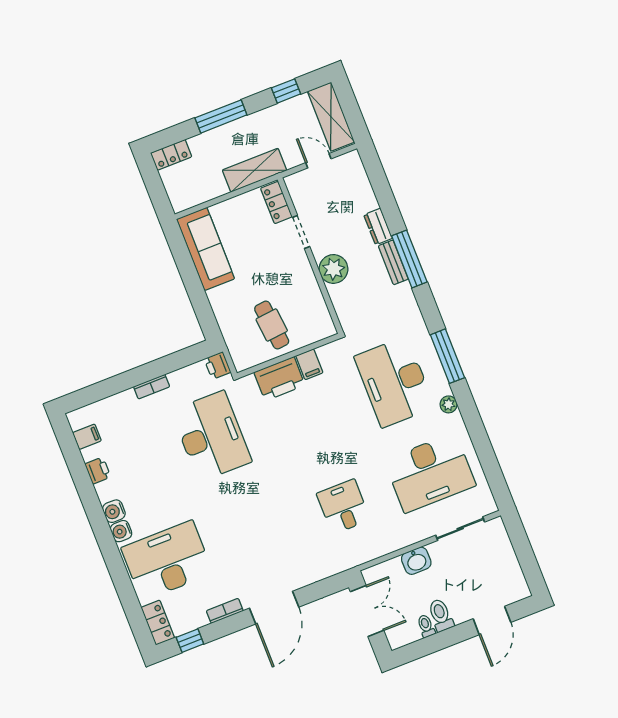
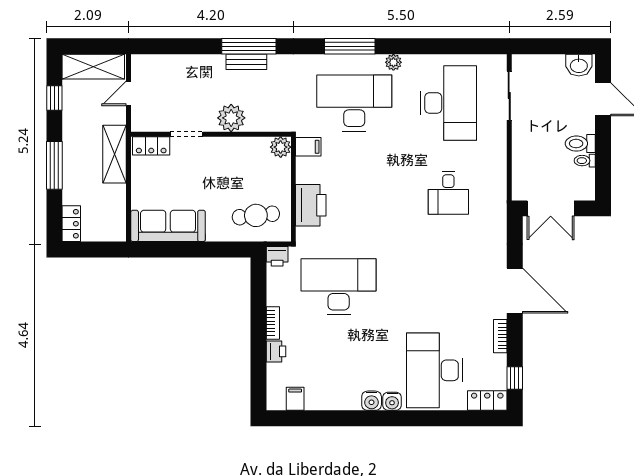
dresser: (378, 227) -> (209, 63), removed
cafe table: (272, 325) -> (256, 215), moved
plant: (324, 328) -> (281, 147), added
filing cabinet: (309, 364) -> (308, 147), moved
desk: (394, 382) -> (354, 103), turned 180
printer: (98, 471) -> (276, 351), moved, turned 90
desk: (343, 507) -> (448, 193), turned -90
washbasin: (416, 561) -> (579, 65), moved, turned 90
double door: (367, 611) -> (551, 208), swing flipped

